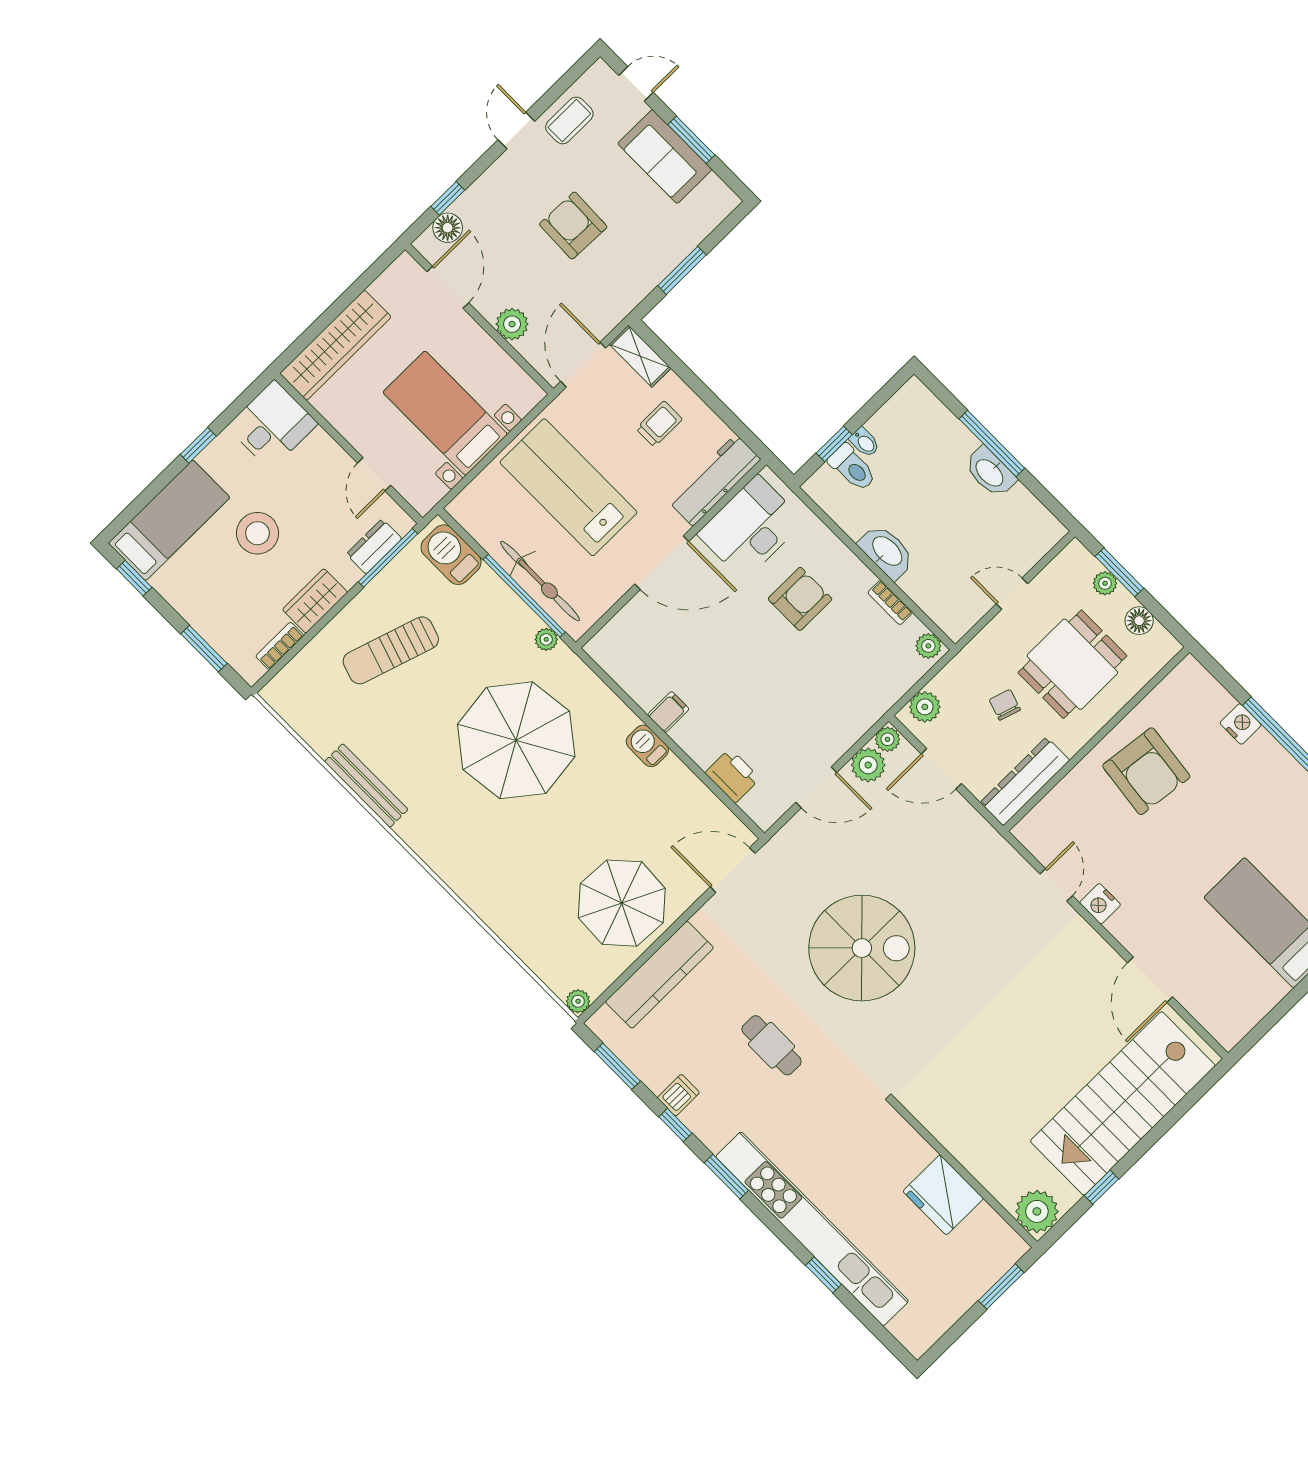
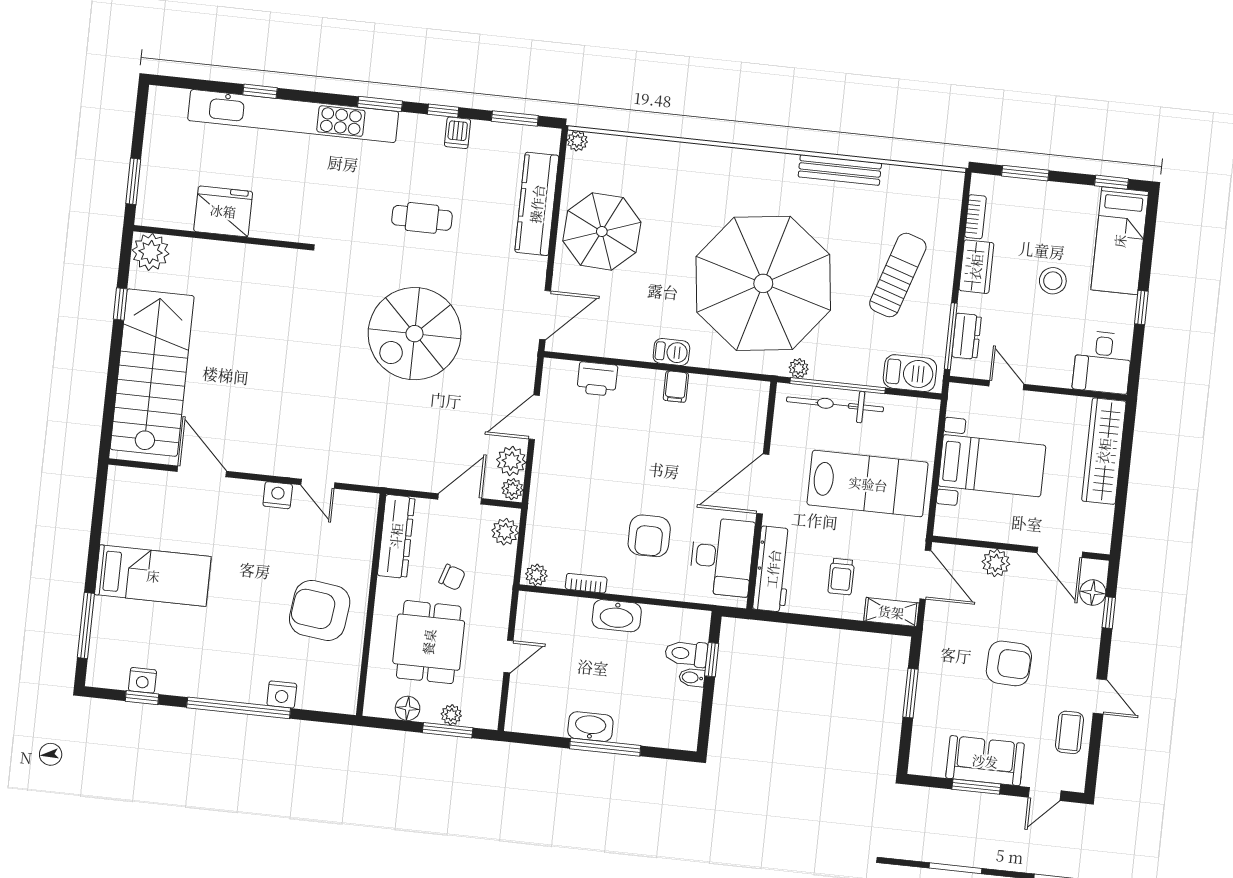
stool: (257, 533) -> (1053, 281), width x0.73, depth x0.73
parasol: (516, 740) -> (763, 283), width x1.36, depth x1.36

